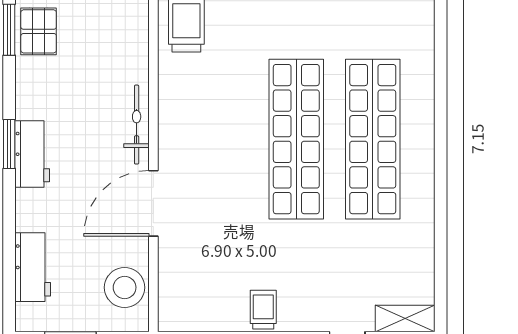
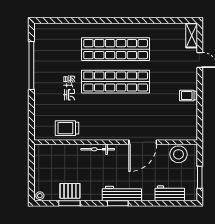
bicycle: (137, 125) -> (98, 149), moved
workbench: (32, 154) -> (122, 194), width x1.37
door: (153, 203) -> (143, 142), hinge flipped

